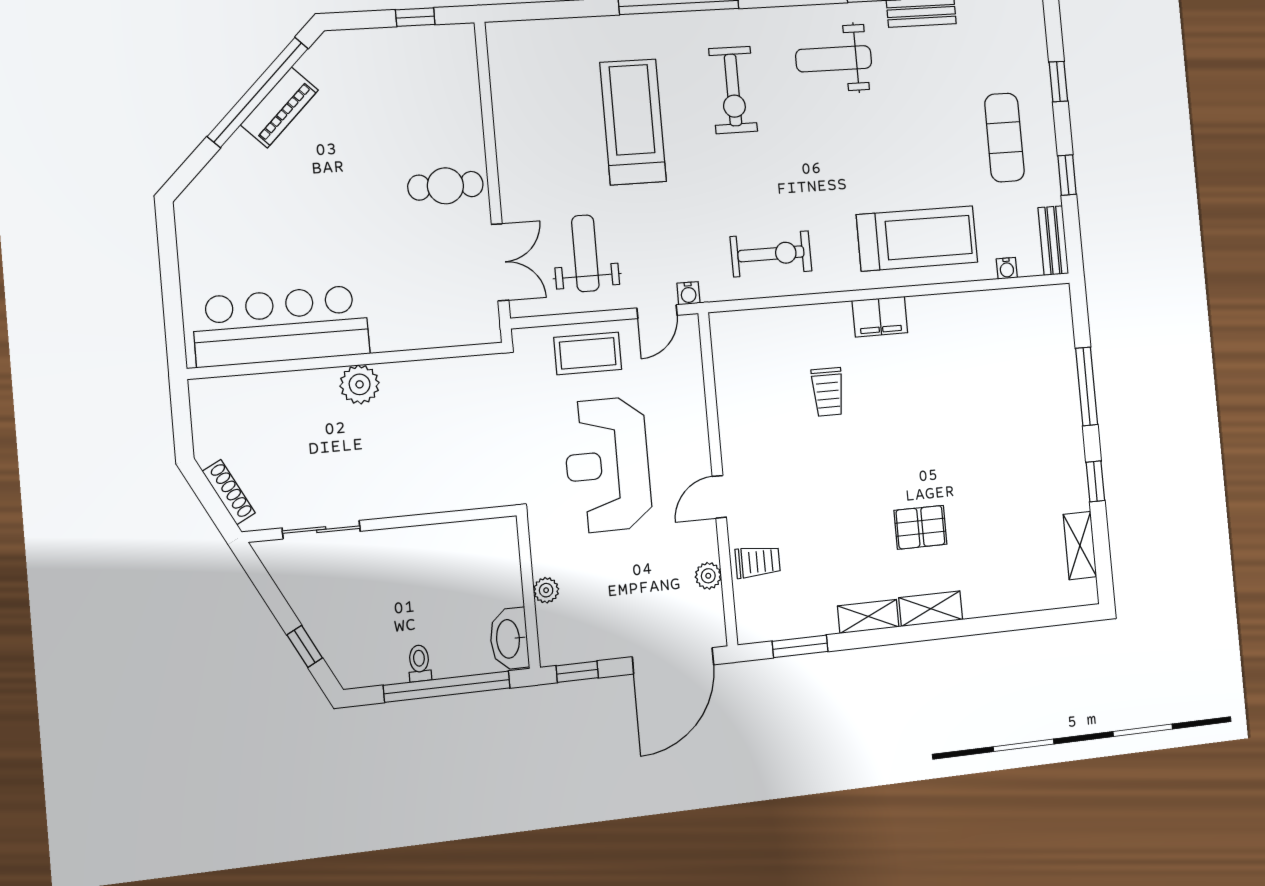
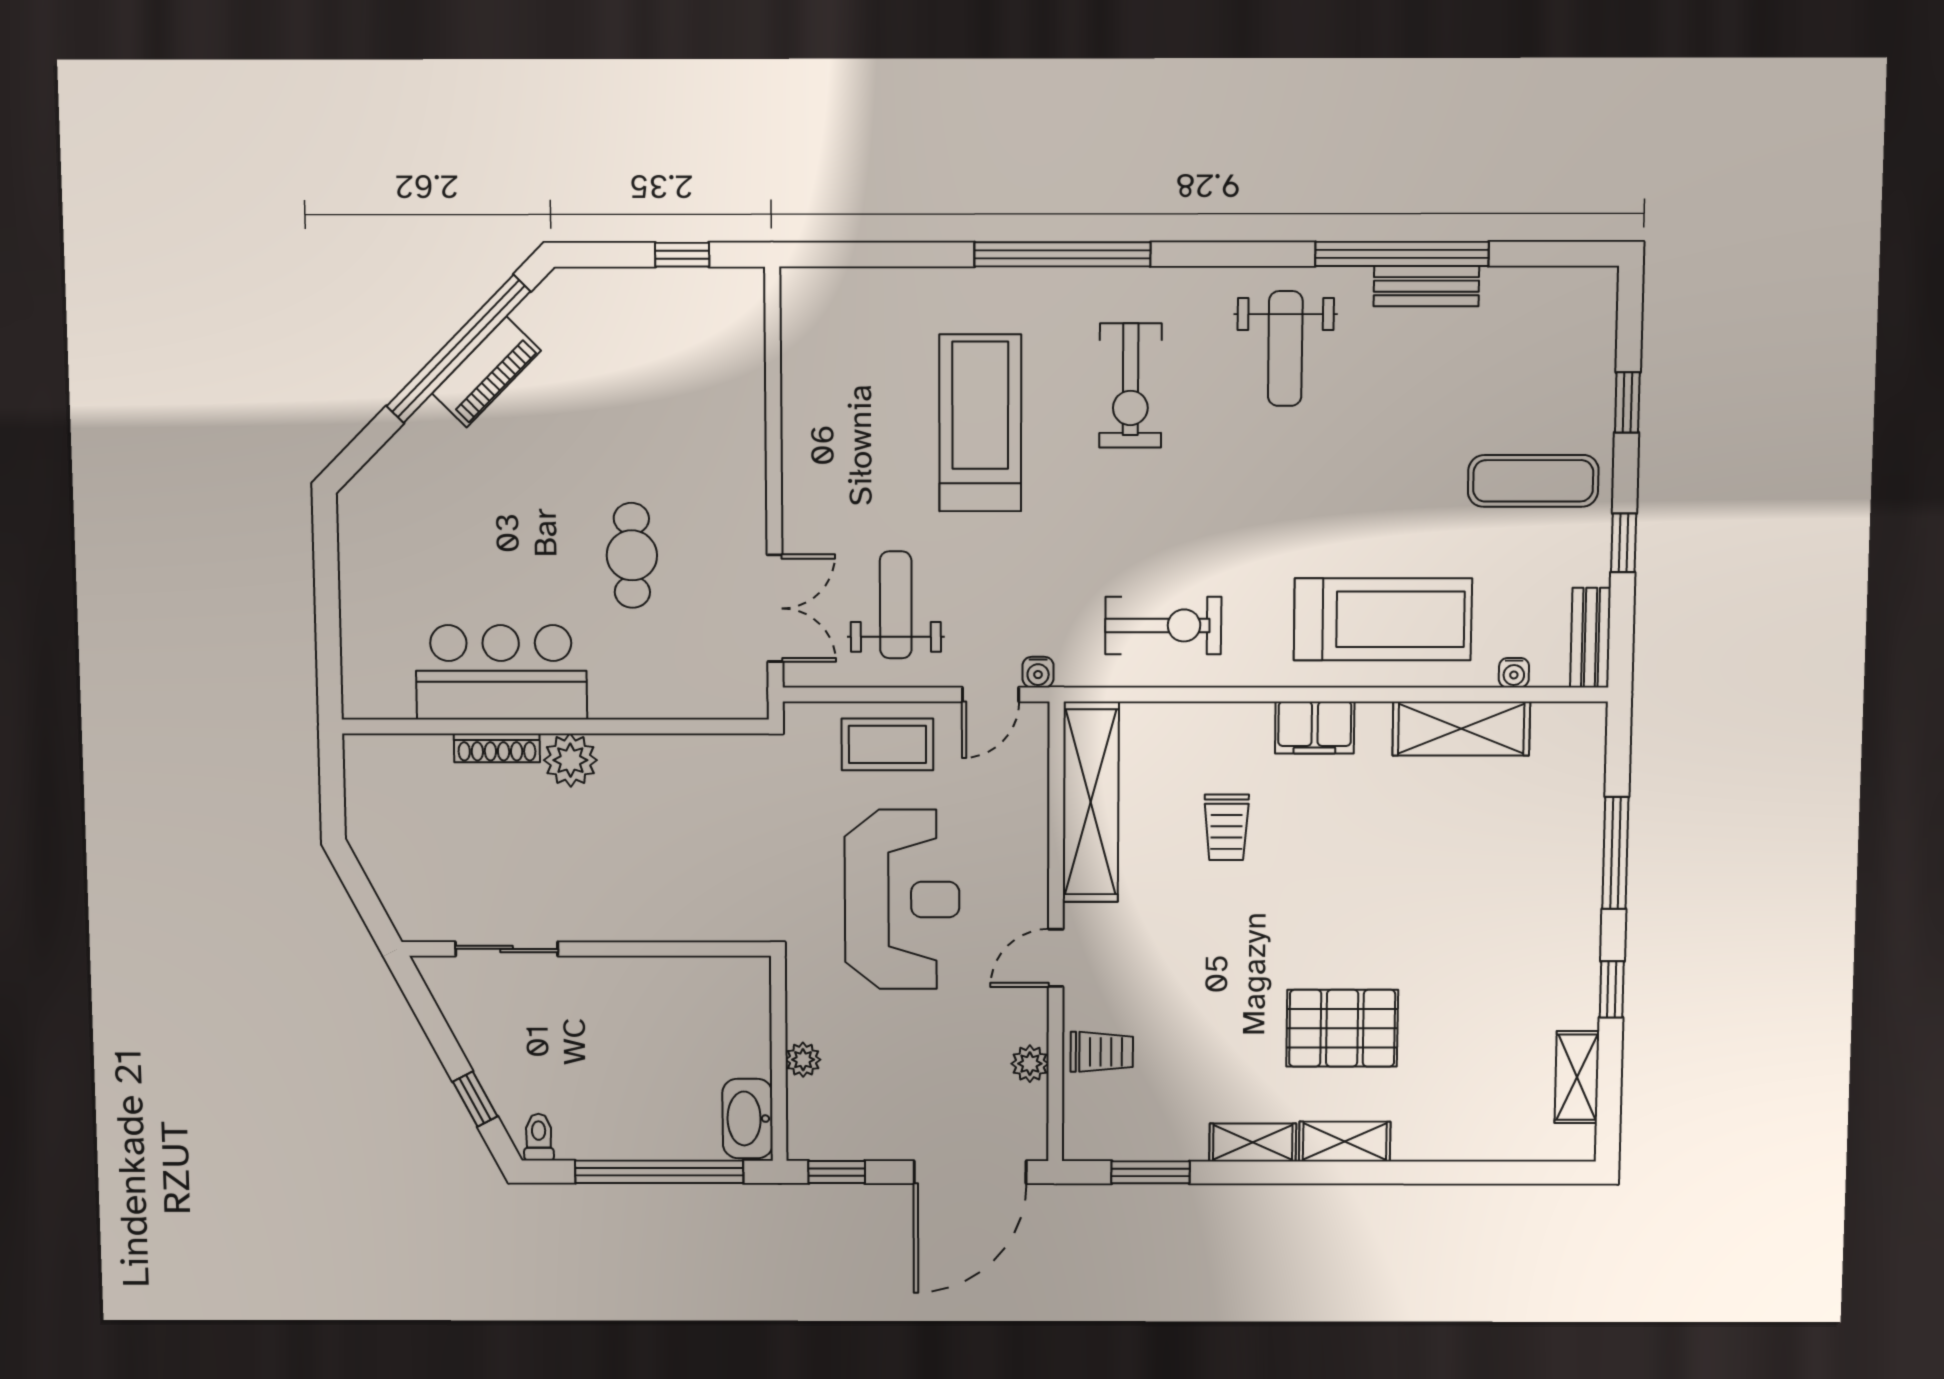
weight bench: (834, 59) -> (1285, 349), turned -90
exercise mat: (1004, 138) -> (1533, 481), turned 90
cafe table: (445, 186) -> (632, 555), moved, turned 90
shelving: (977, 309) -> (1461, 728), added
bar counter: (281, 326) -> (501, 672), width x0.73
shelving: (733, 382) -> (1091, 802), added
reception desk: (608, 465) -> (902, 900), turned 180
shoe rack: (229, 492) -> (497, 748), moved, turned 117
pallet: (920, 527) -> (1342, 1028), width x1.50, depth x1.42
toilet: (419, 663) -> (539, 1137), moved

